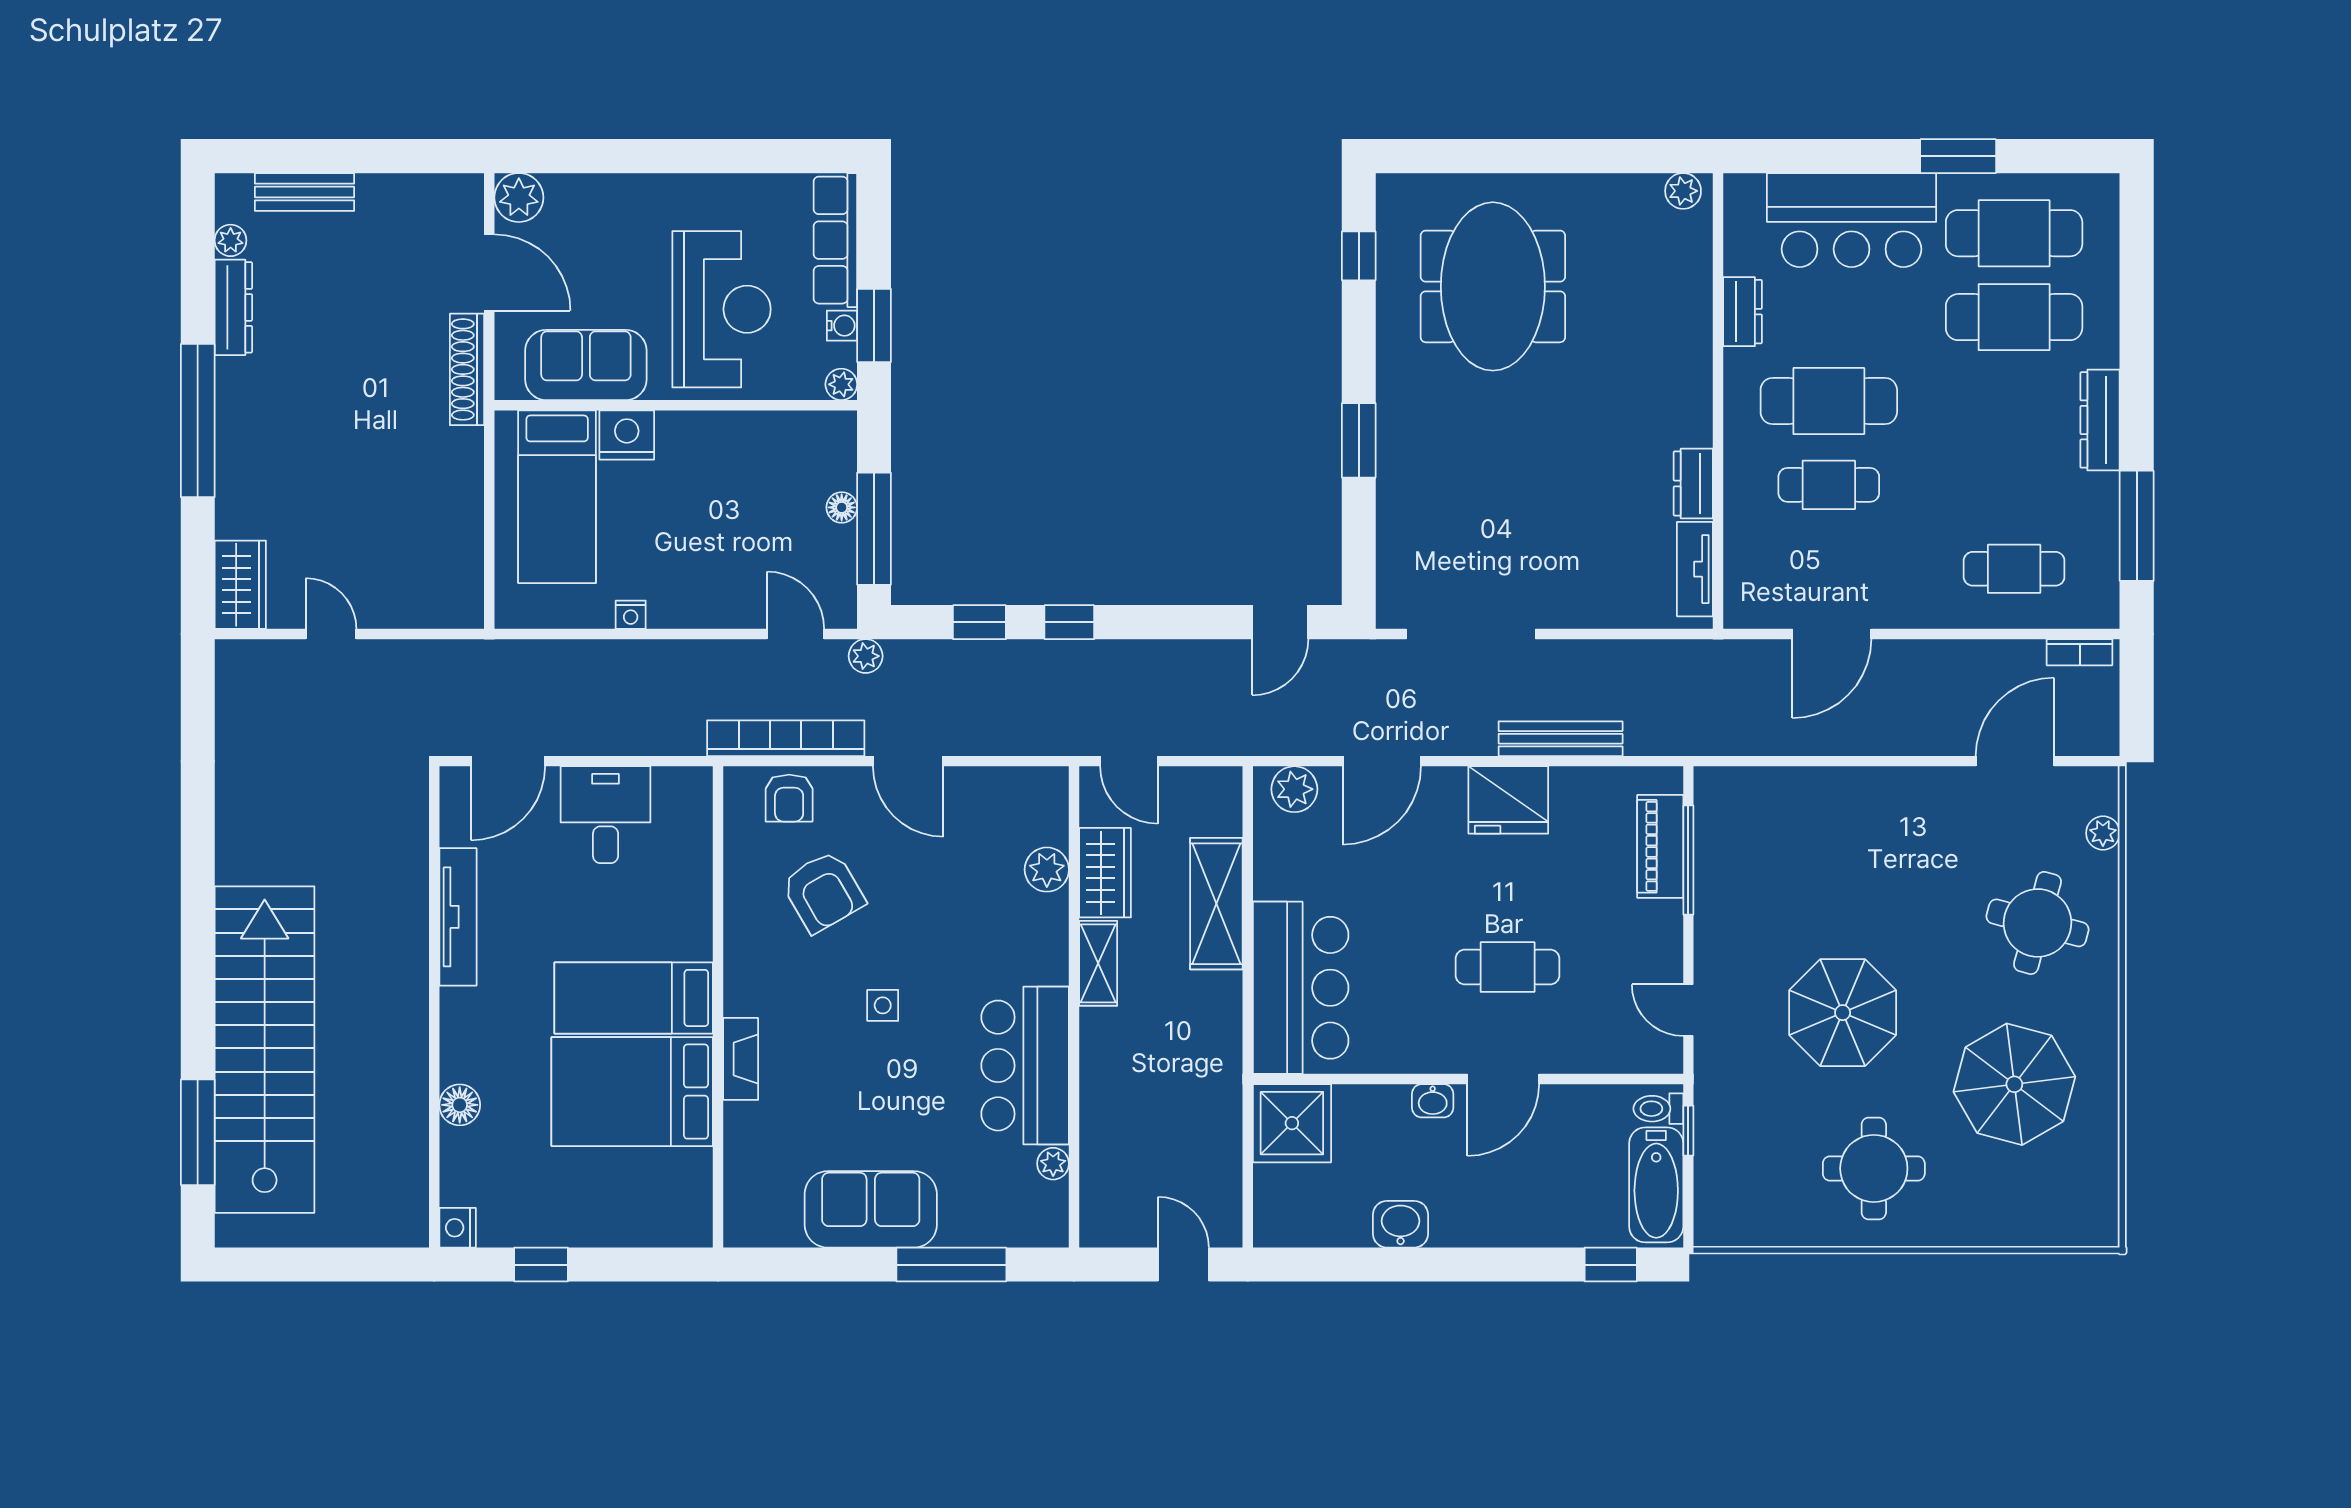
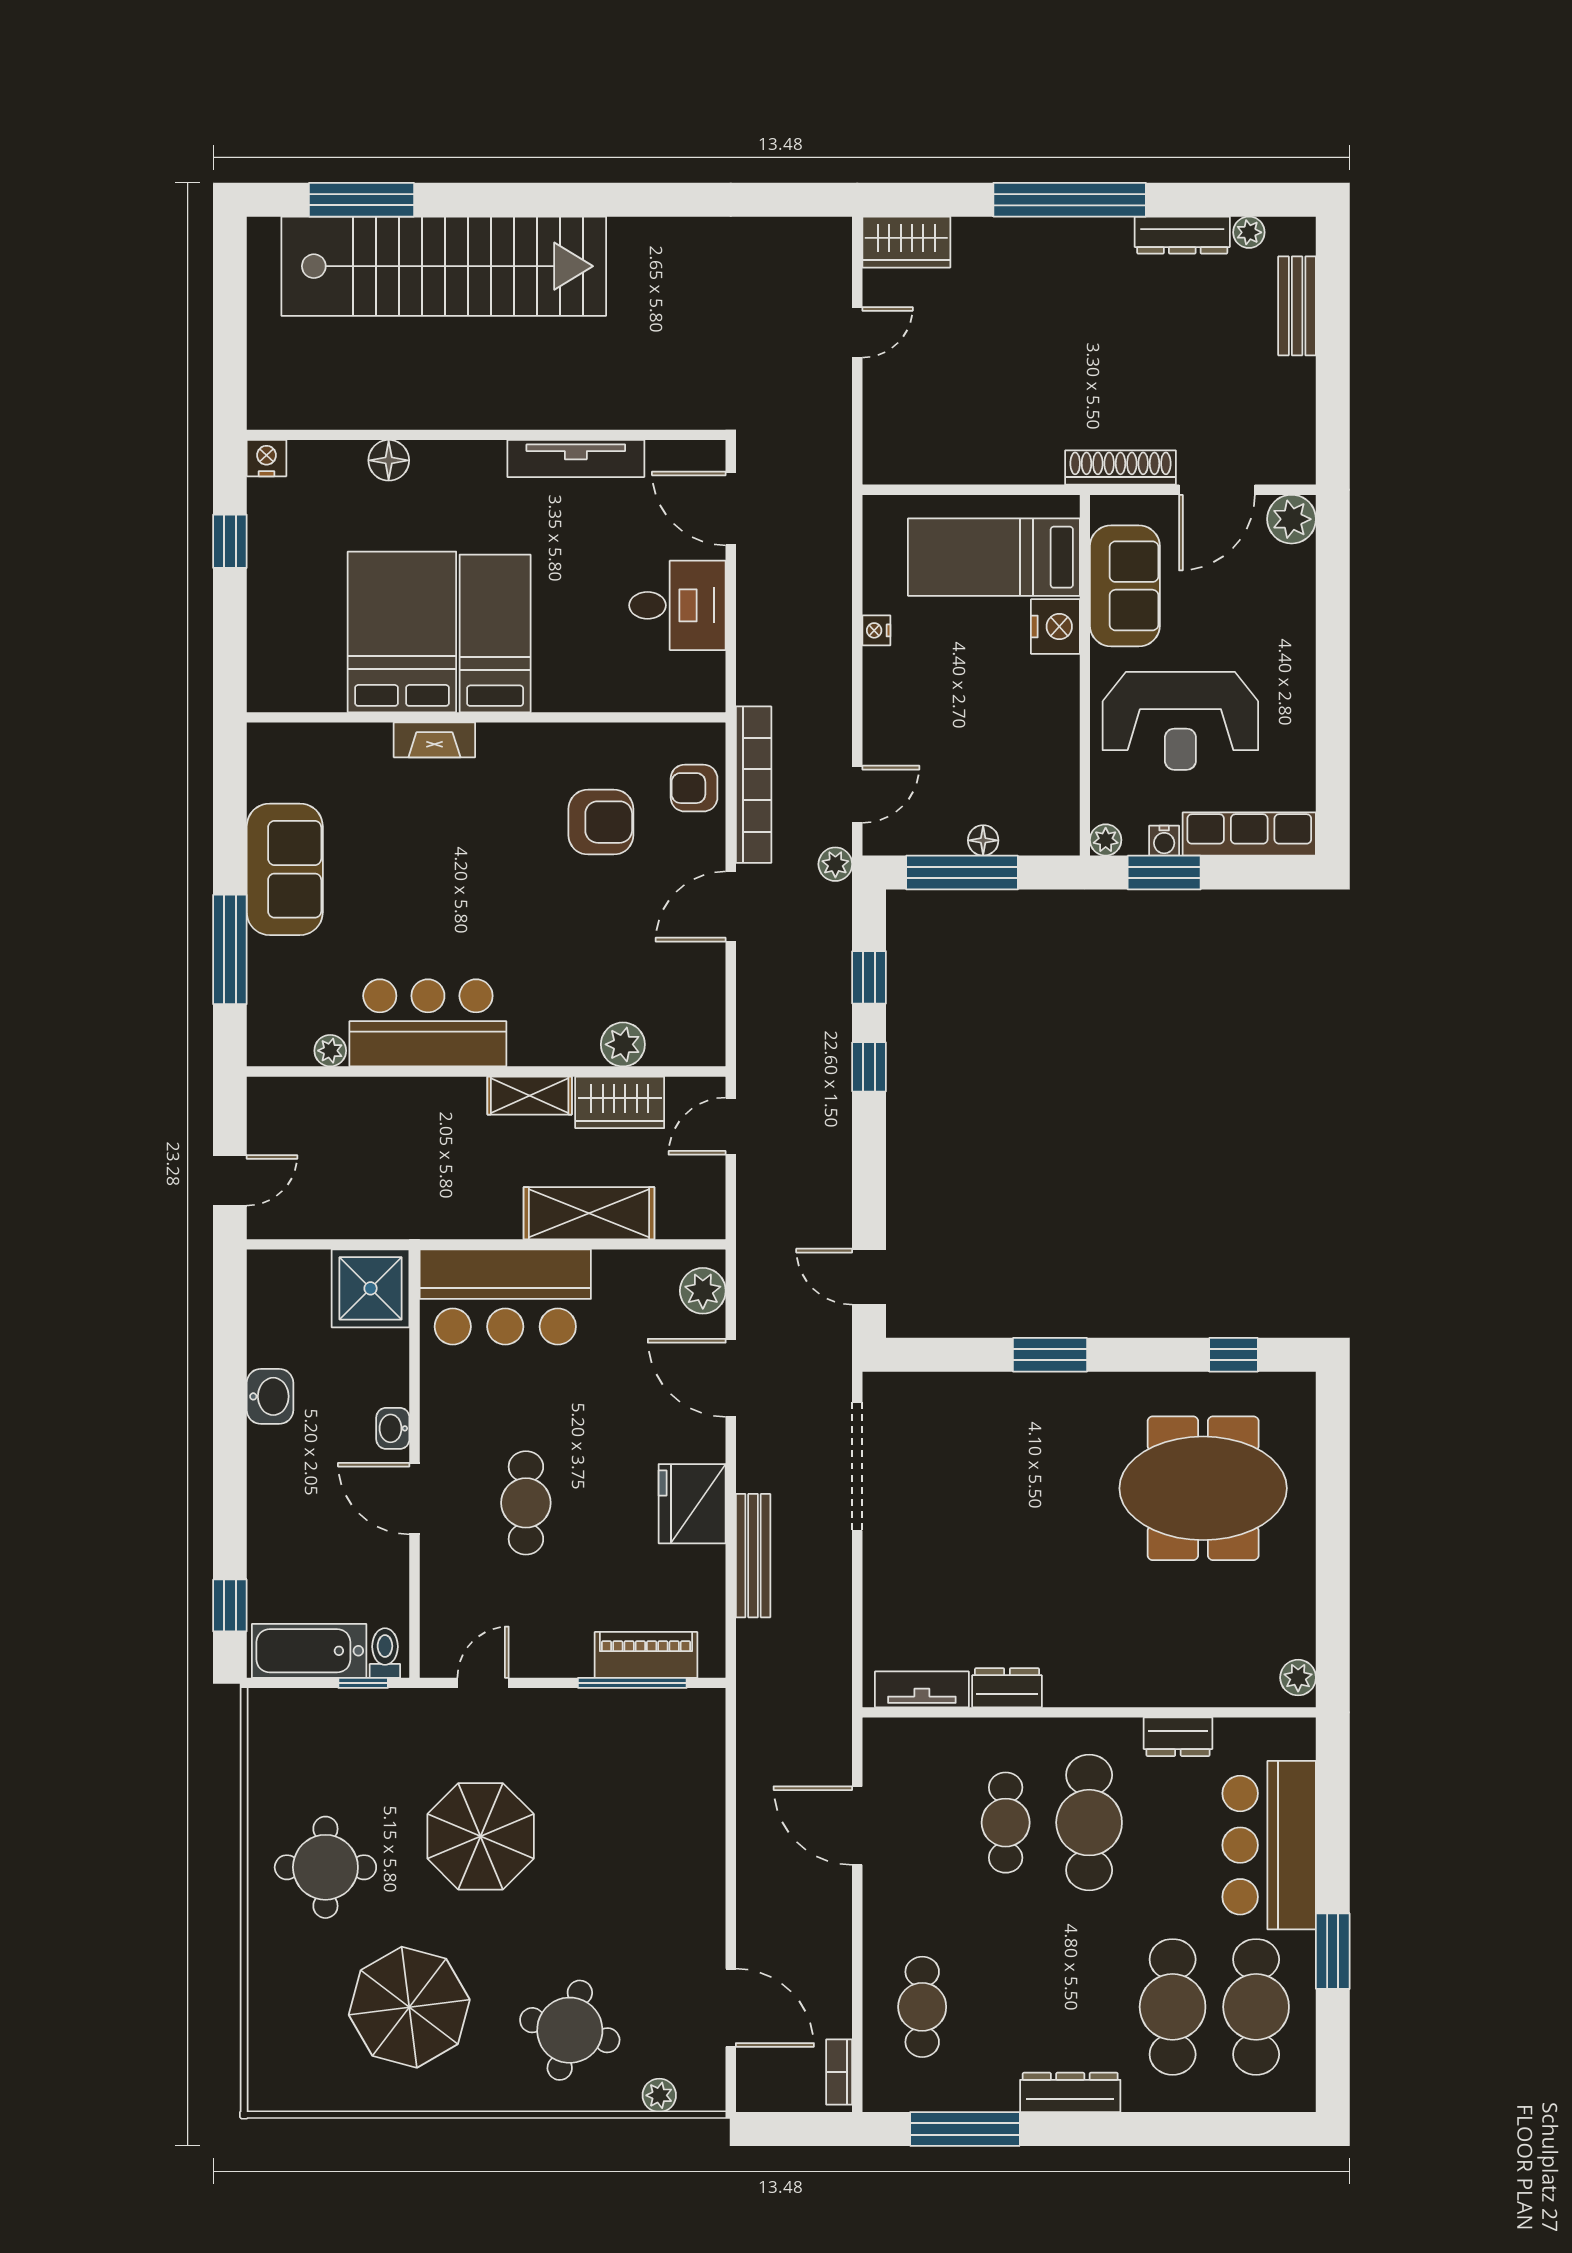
armchair: (823, 892) -> (601, 822), turned -150
side table: (883, 1005) -> (488, 881), removed

